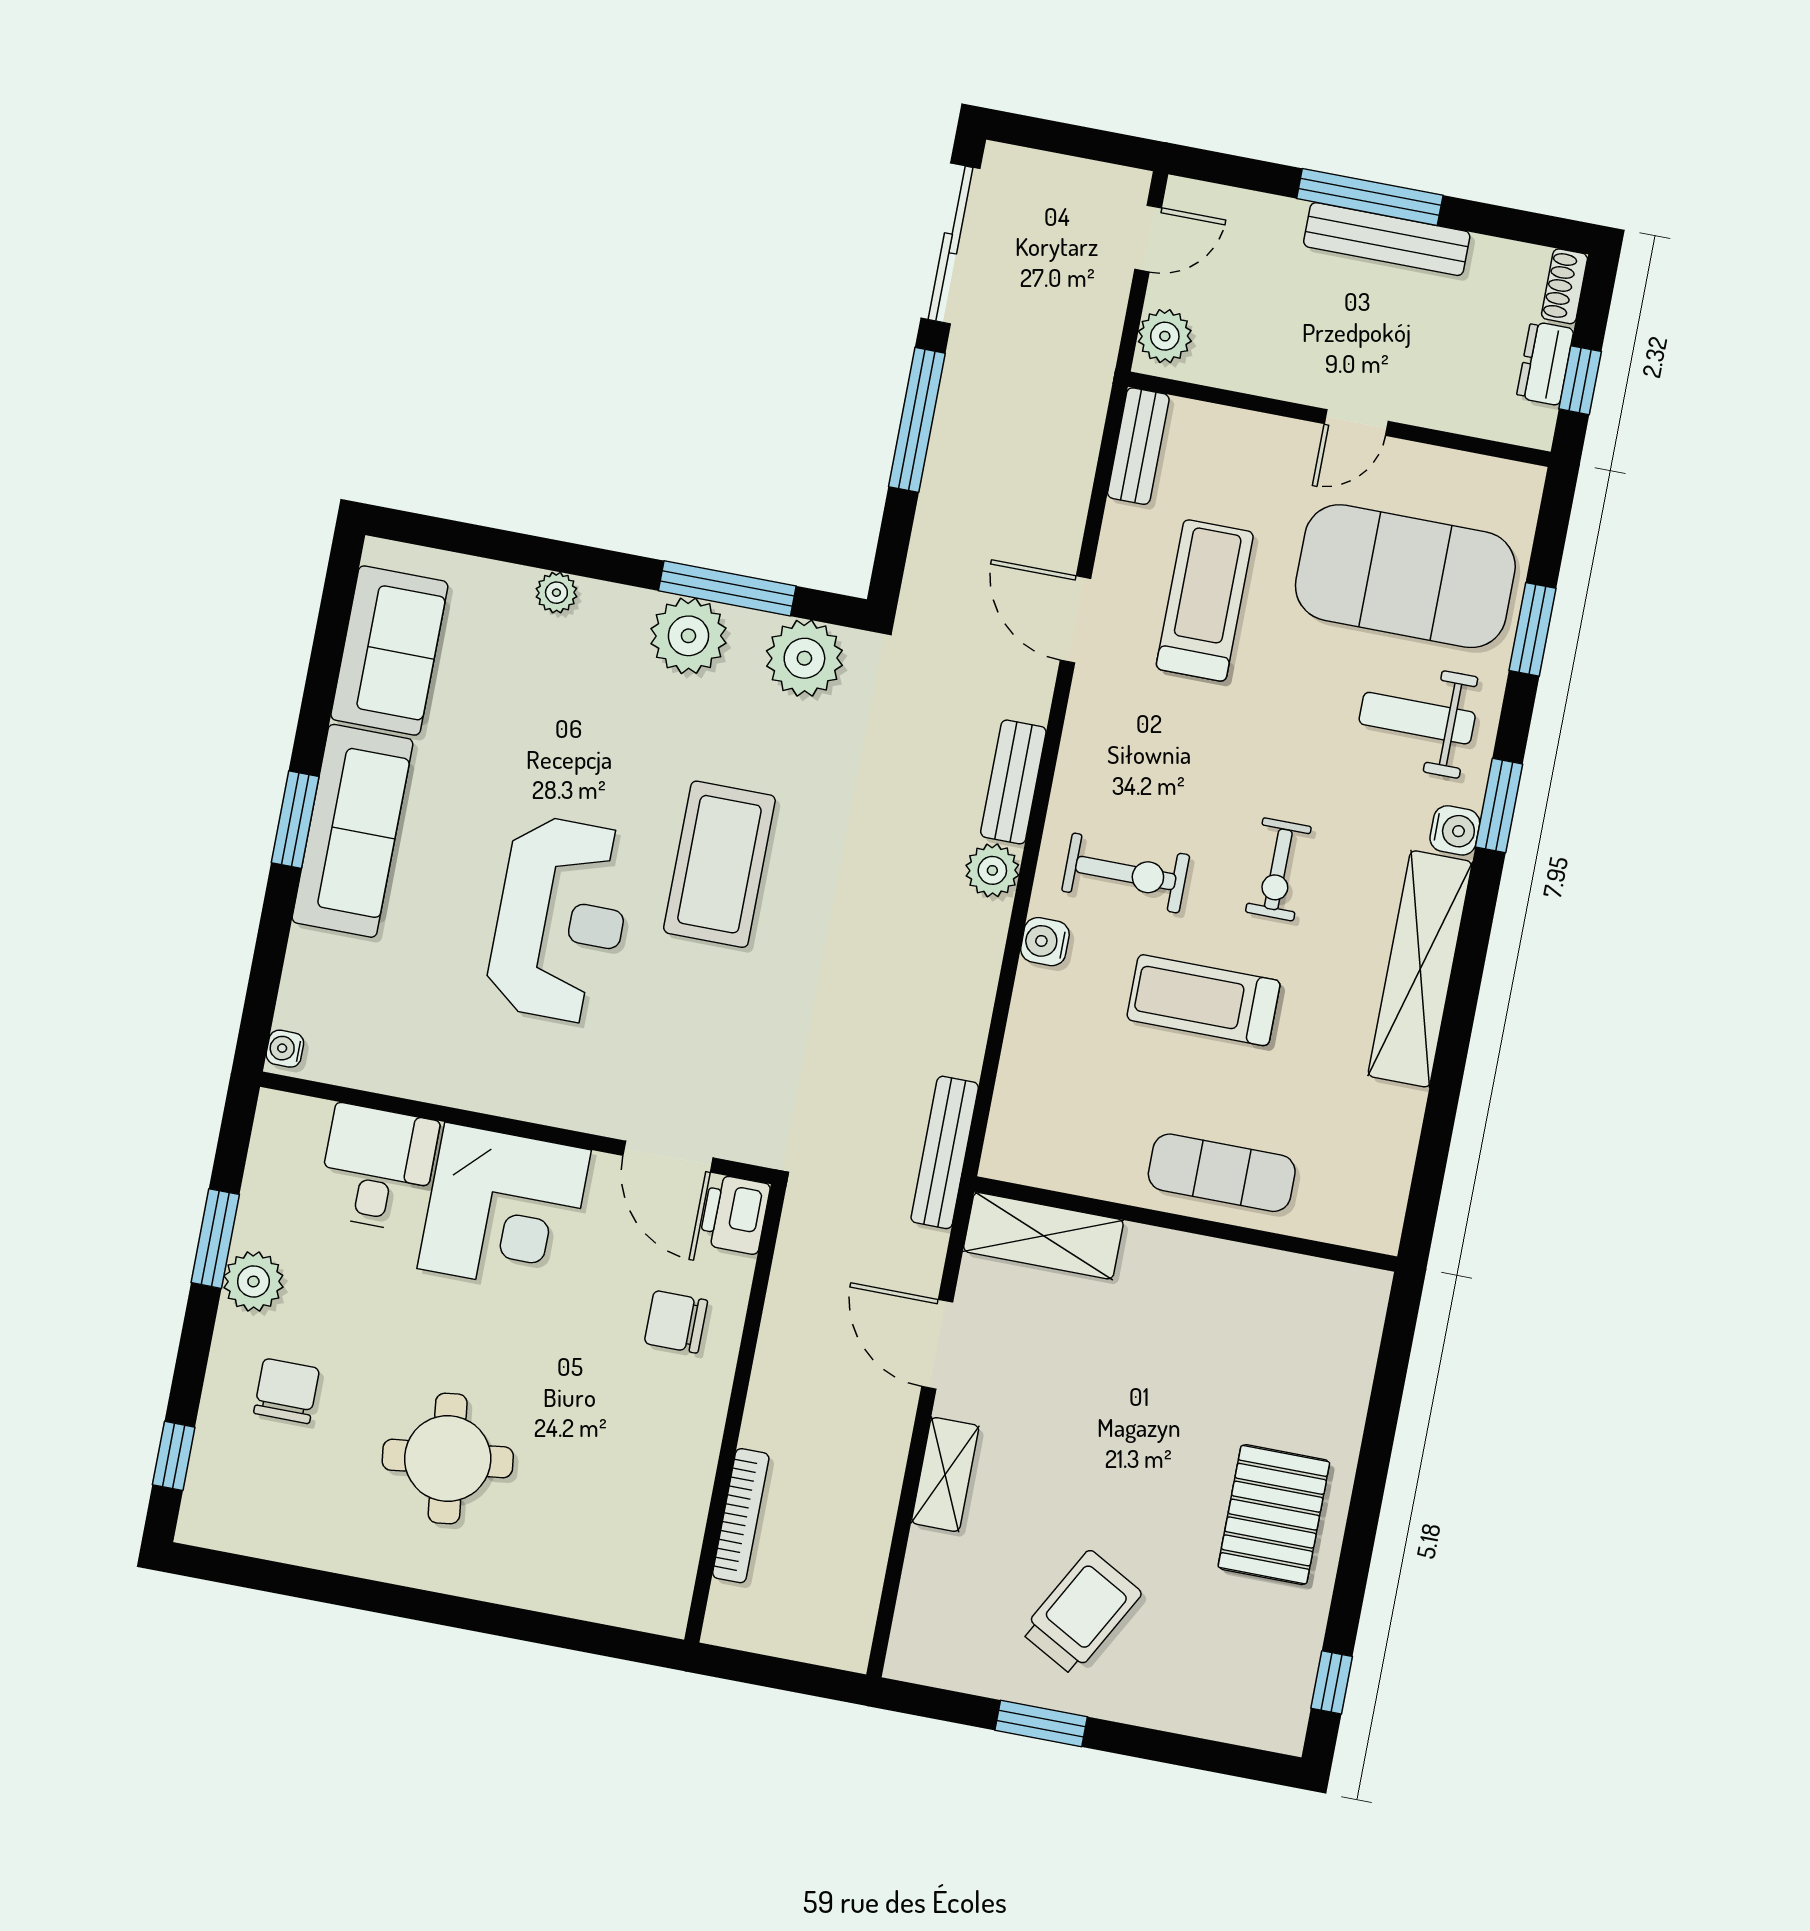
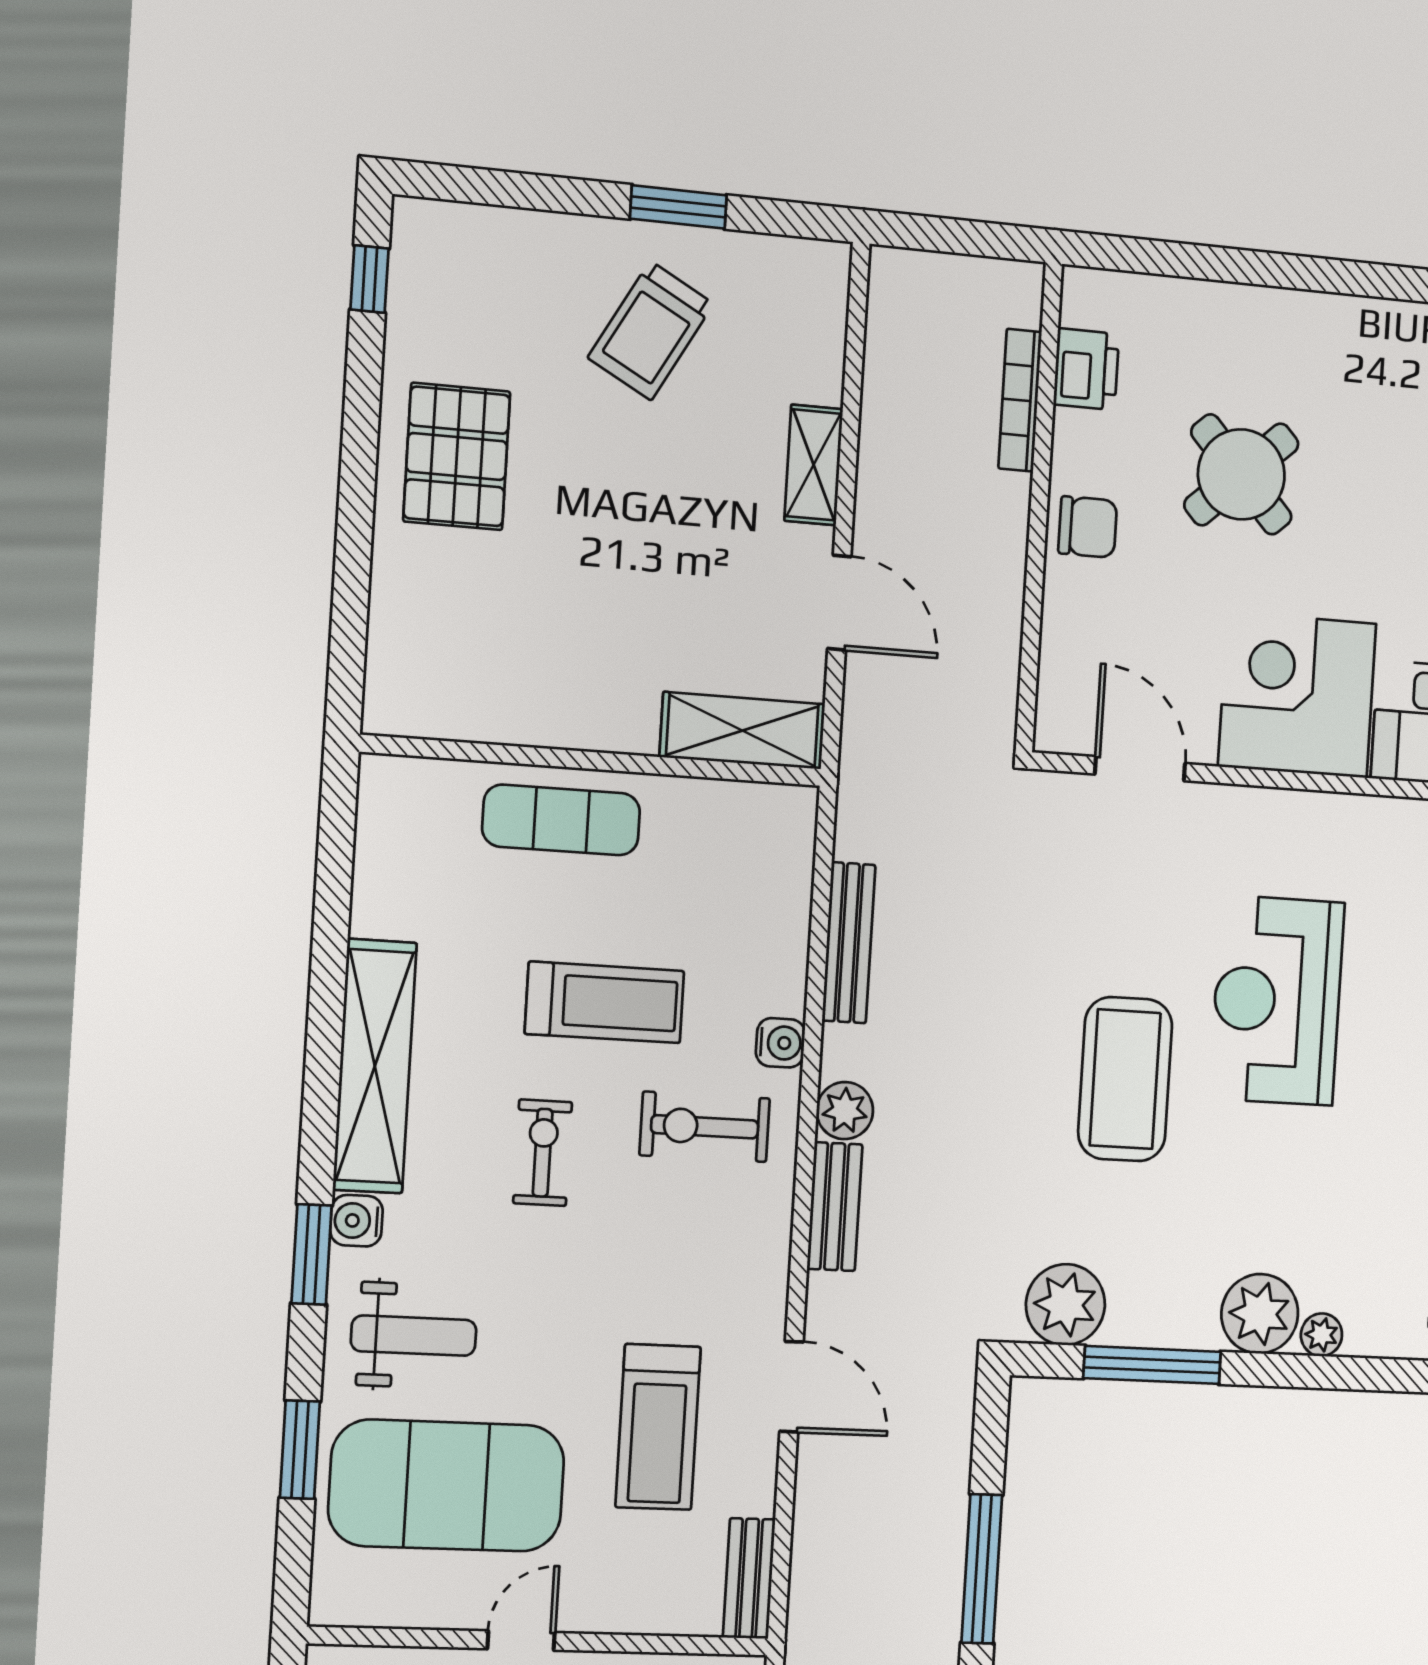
plant: (688, 636) -> (1260, 1314), moved
bench: (945, 1152) -> (849, 943), moved
printer: (735, 1214) -> (1086, 369), moved
chair: (676, 1322) -> (1088, 527), moved
round table: (448, 1459) -> (1241, 474), moved, turned -36

